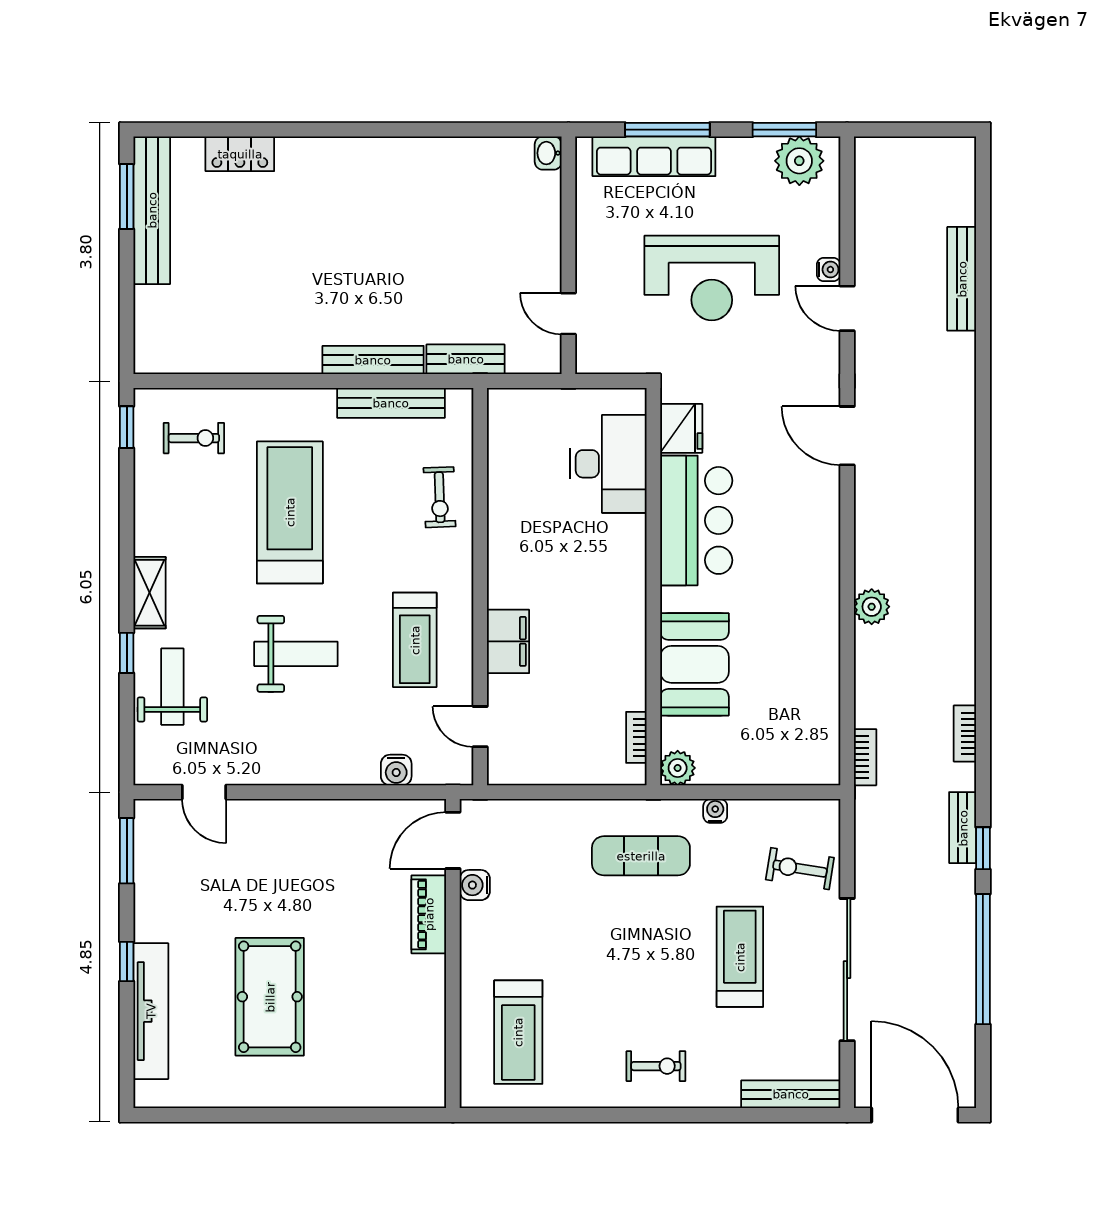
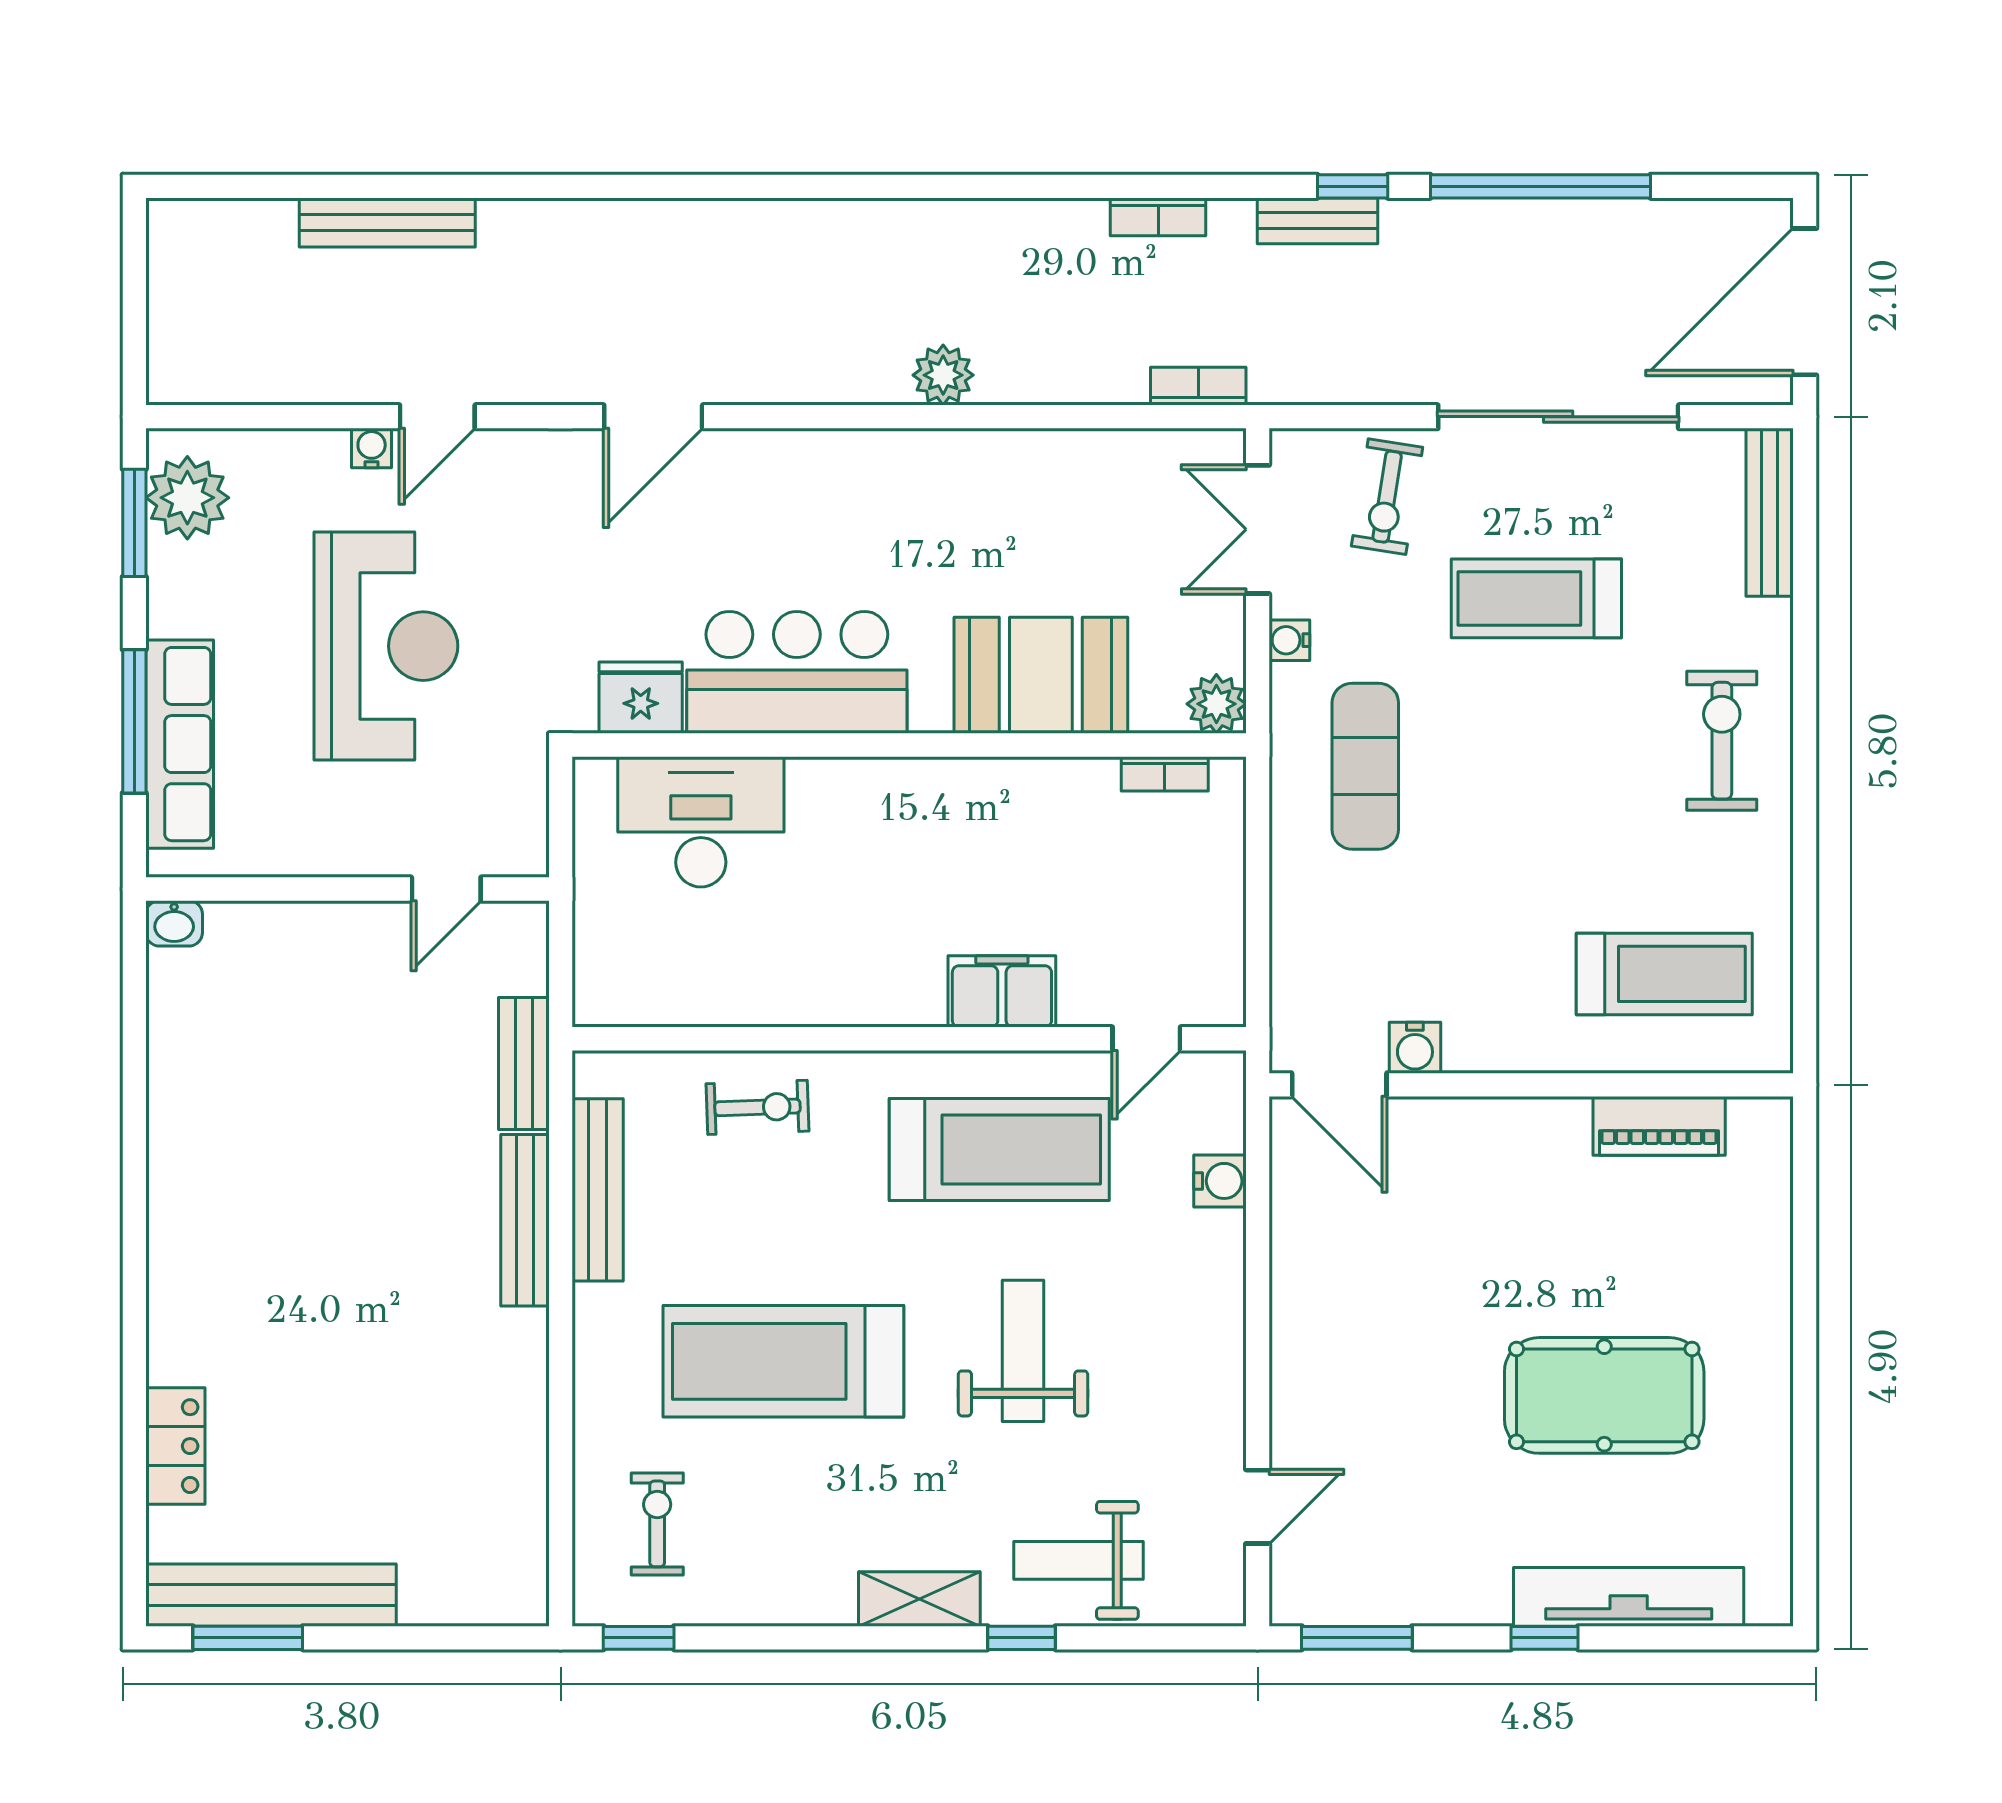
treadmill: (415, 640) -> (999, 1149), width x1.37, depth x1.38
double door: (781, 792) -> (1258, 529), added
piano: (429, 914) -> (1659, 1126), moved
exercise bike: (656, 1066) -> (1722, 741), width x1.38, depth x1.39

